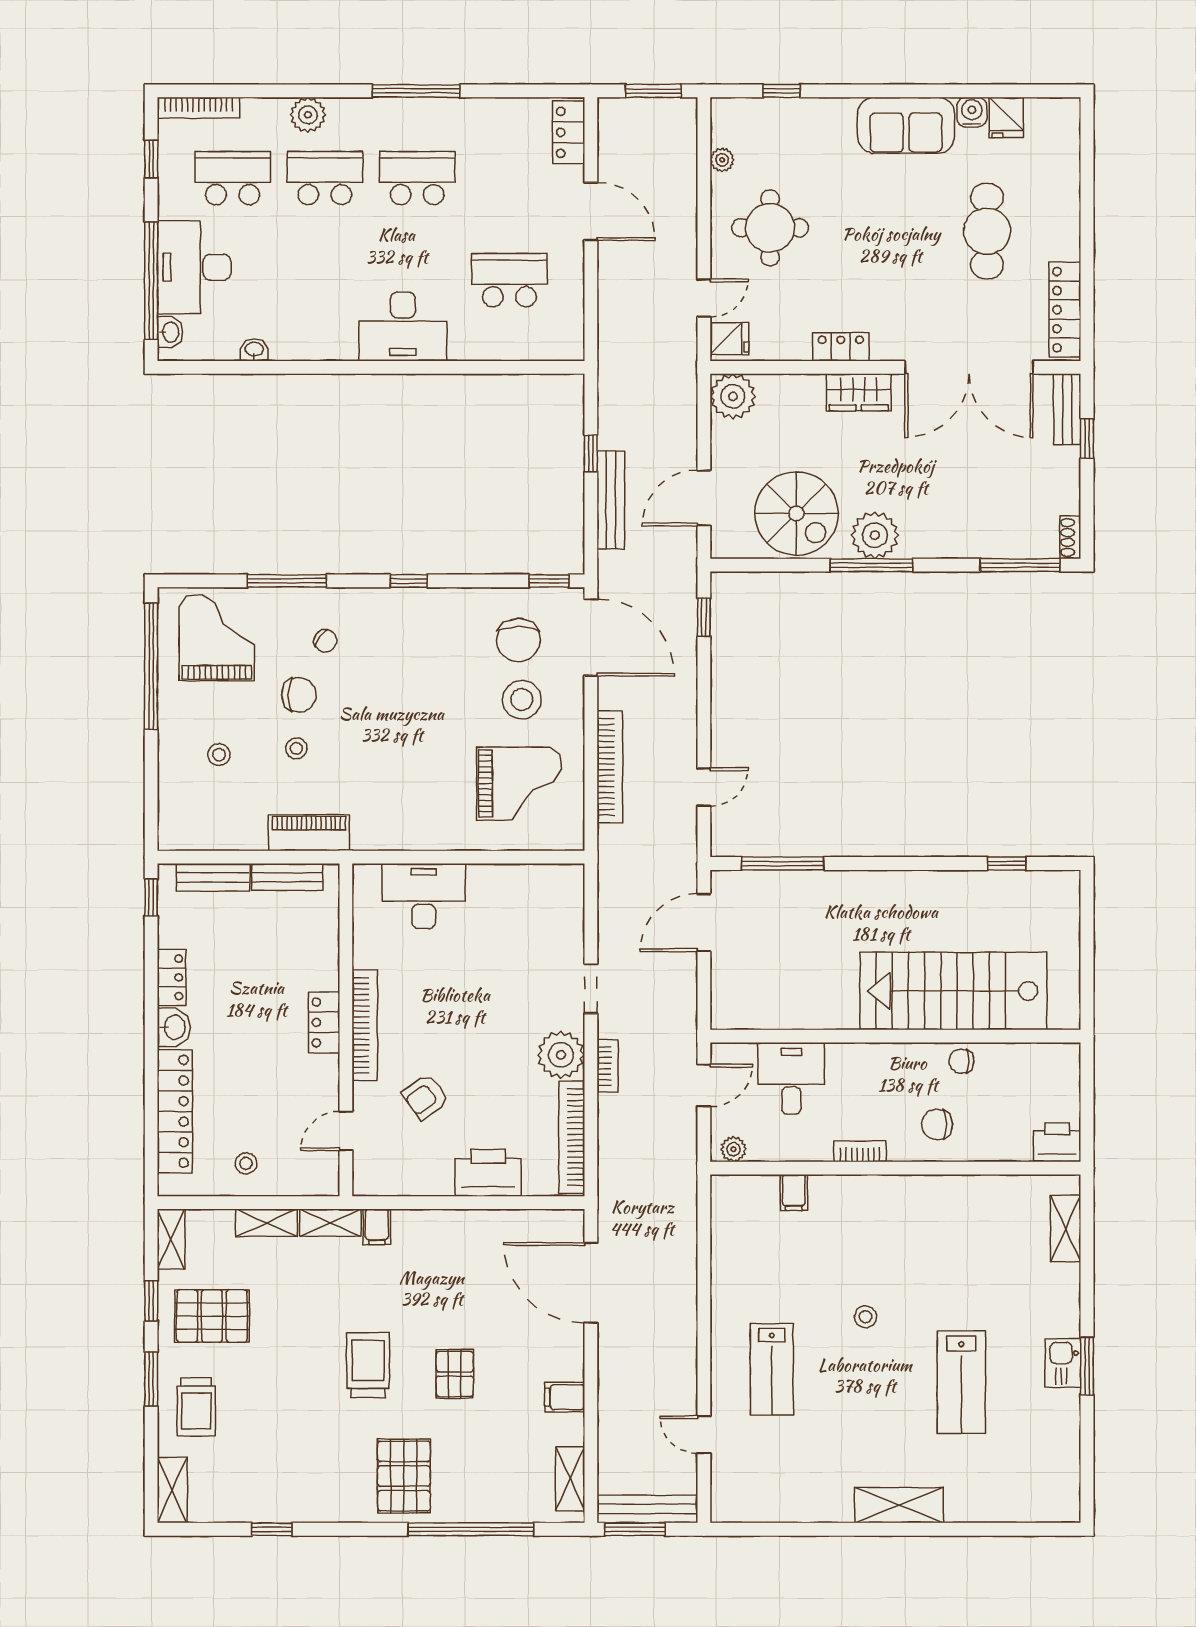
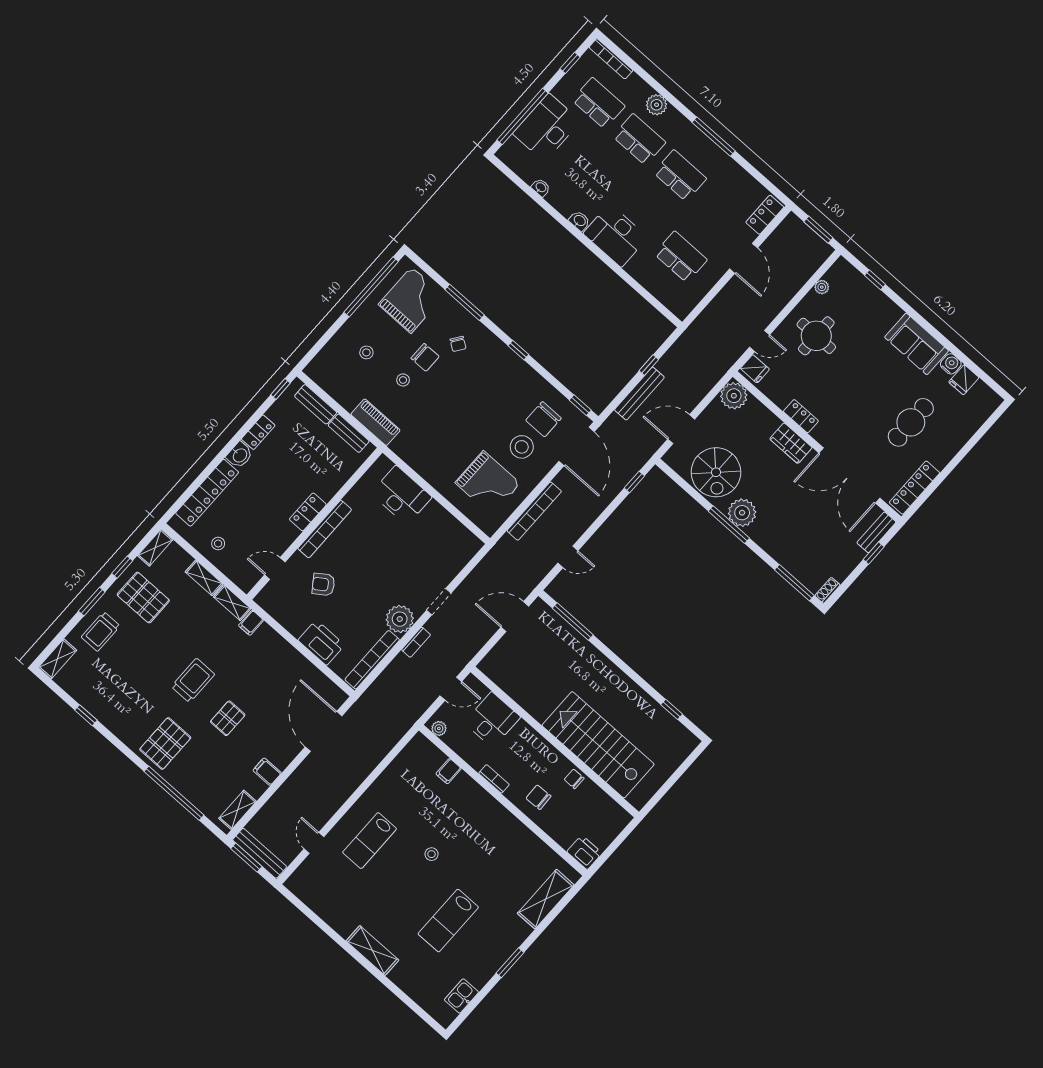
washbasin: (170, 332) -> (579, 221), moved, turned -90
shelving: (1066, 1229) -> (546, 899), width x1.50, depth x1.33
kitchen sink: (1063, 1363) -> (461, 996), moved

